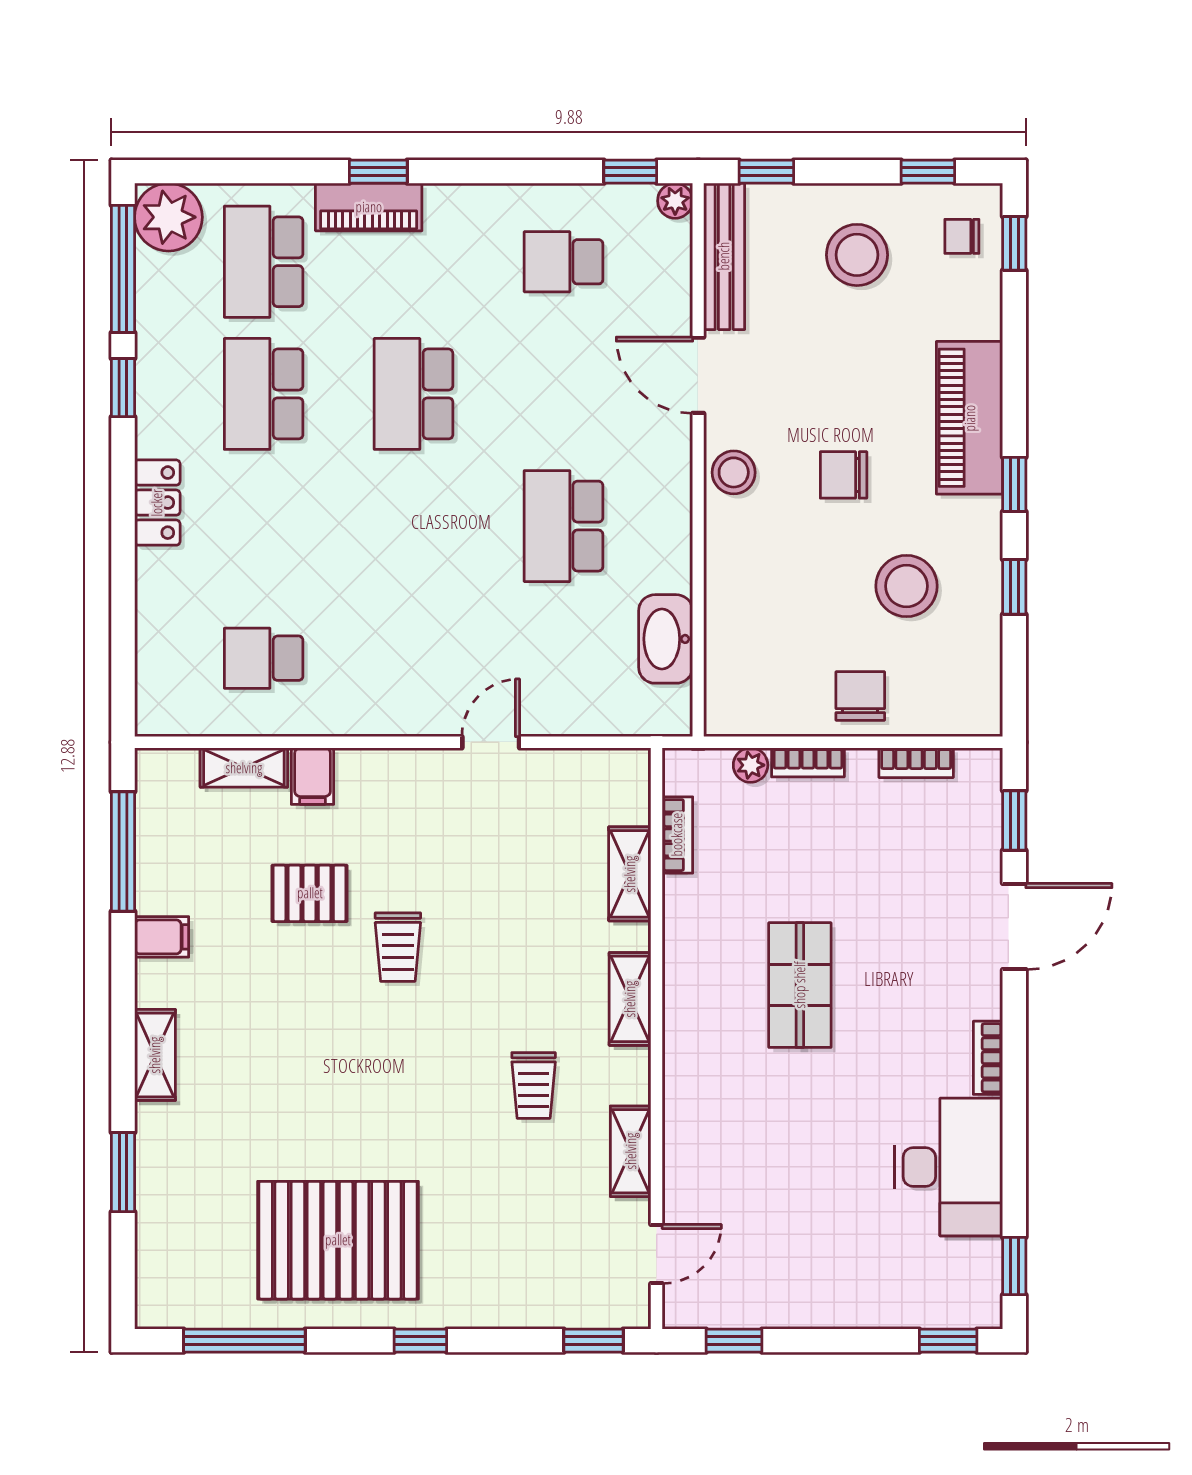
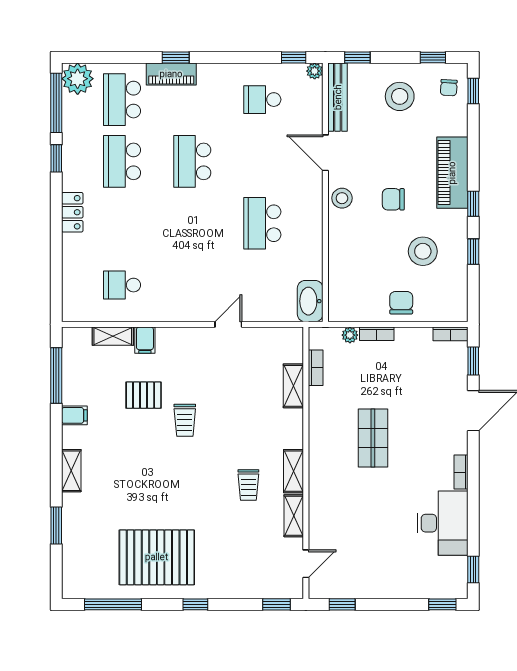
chair: (962, 236) -> (449, 88), turned -87
washbasin: (666, 639) -> (310, 301), moved
bookcase: (916, 763) -> (450, 334), moved
shelving: (630, 999) -> (294, 471), moved

